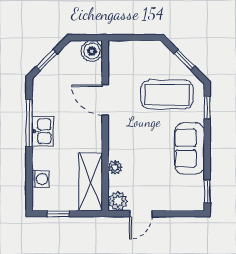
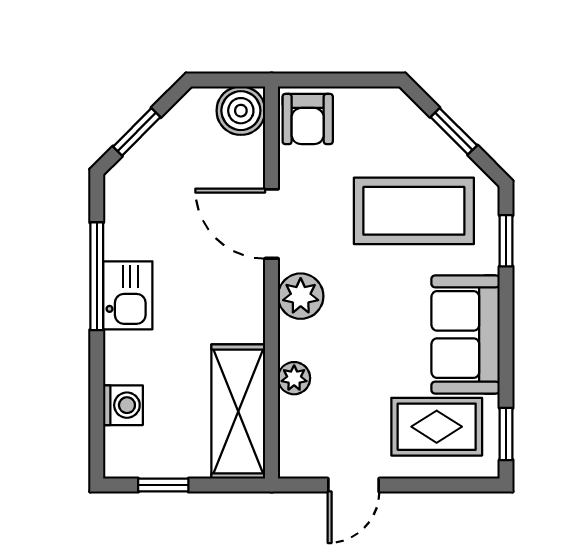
armchair: (121, 55) -> (308, 119), added
rug: (177, 188) -> (437, 427), added
plant: (118, 201) -> (301, 296), moved

